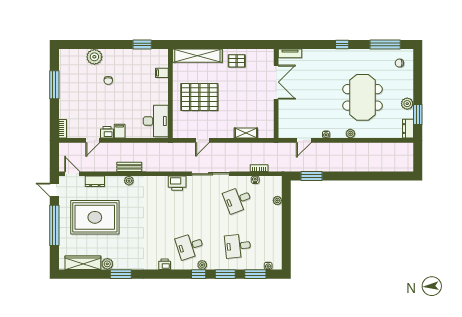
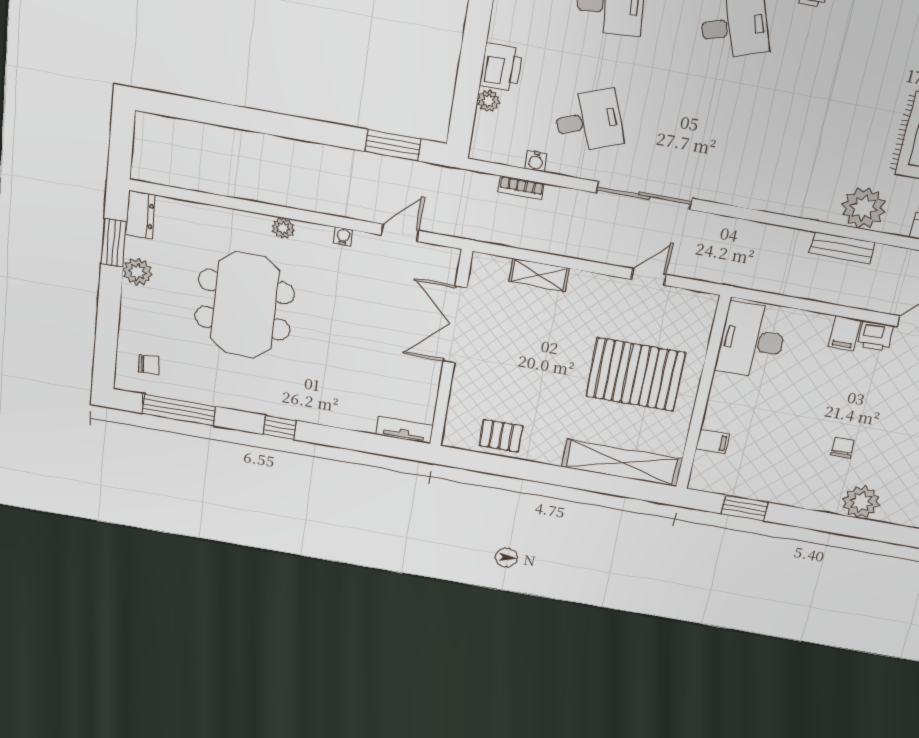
pallet: (237, 61) -> (501, 436), moved
double door: (276, 82) -> (455, 325), moved
plant: (129, 181) -> (864, 208), width x1.87, depth x1.87
printer: (177, 183) -> (501, 67), moved, turned 90

